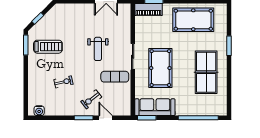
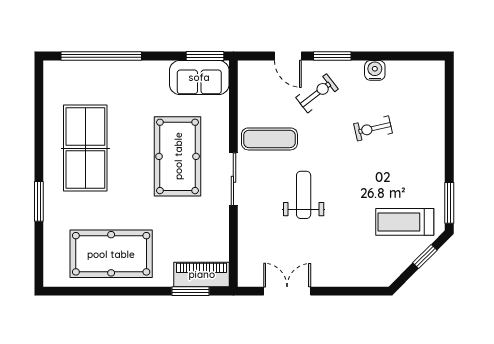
treadmill: (48, 47) -> (405, 222), moved
sofa: (155, 107) -> (199, 77), width x0.73
water cooler: (39, 111) -> (375, 70), moved

